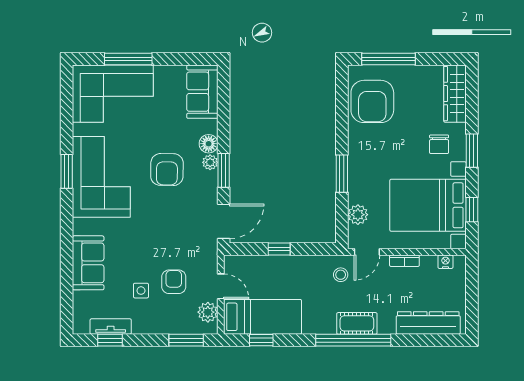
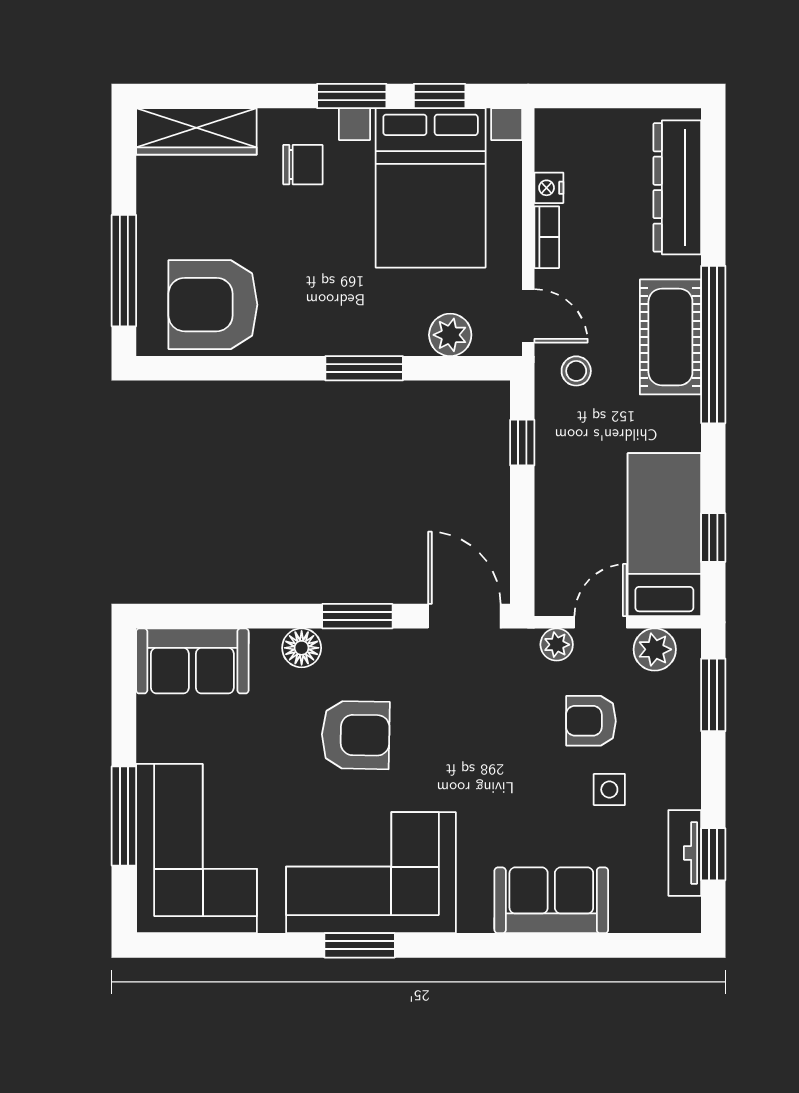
armchair: (372, 101) -> (213, 305), turned 180
window: (472, 151) -> (352, 96), moved
plant: (210, 162) -> (557, 645), moved
window: (279, 249) -> (522, 443), moved
nightstand: (445, 262) -> (549, 188), moved
cot: (357, 323) -> (670, 337), width x1.37, depth x1.34

